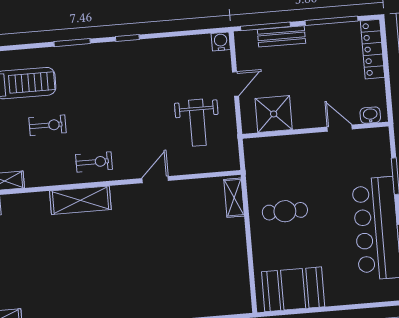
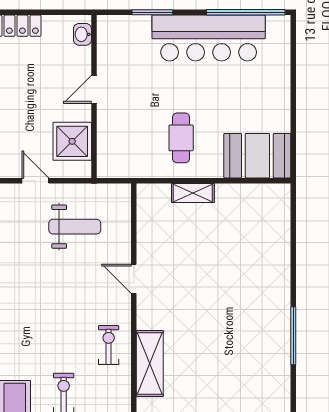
door: (340, 128) -> (94, 89), moved
shelving: (234, 198) -> (193, 193), moved
booth: (293, 289) -> (257, 156), moved, turned 90

